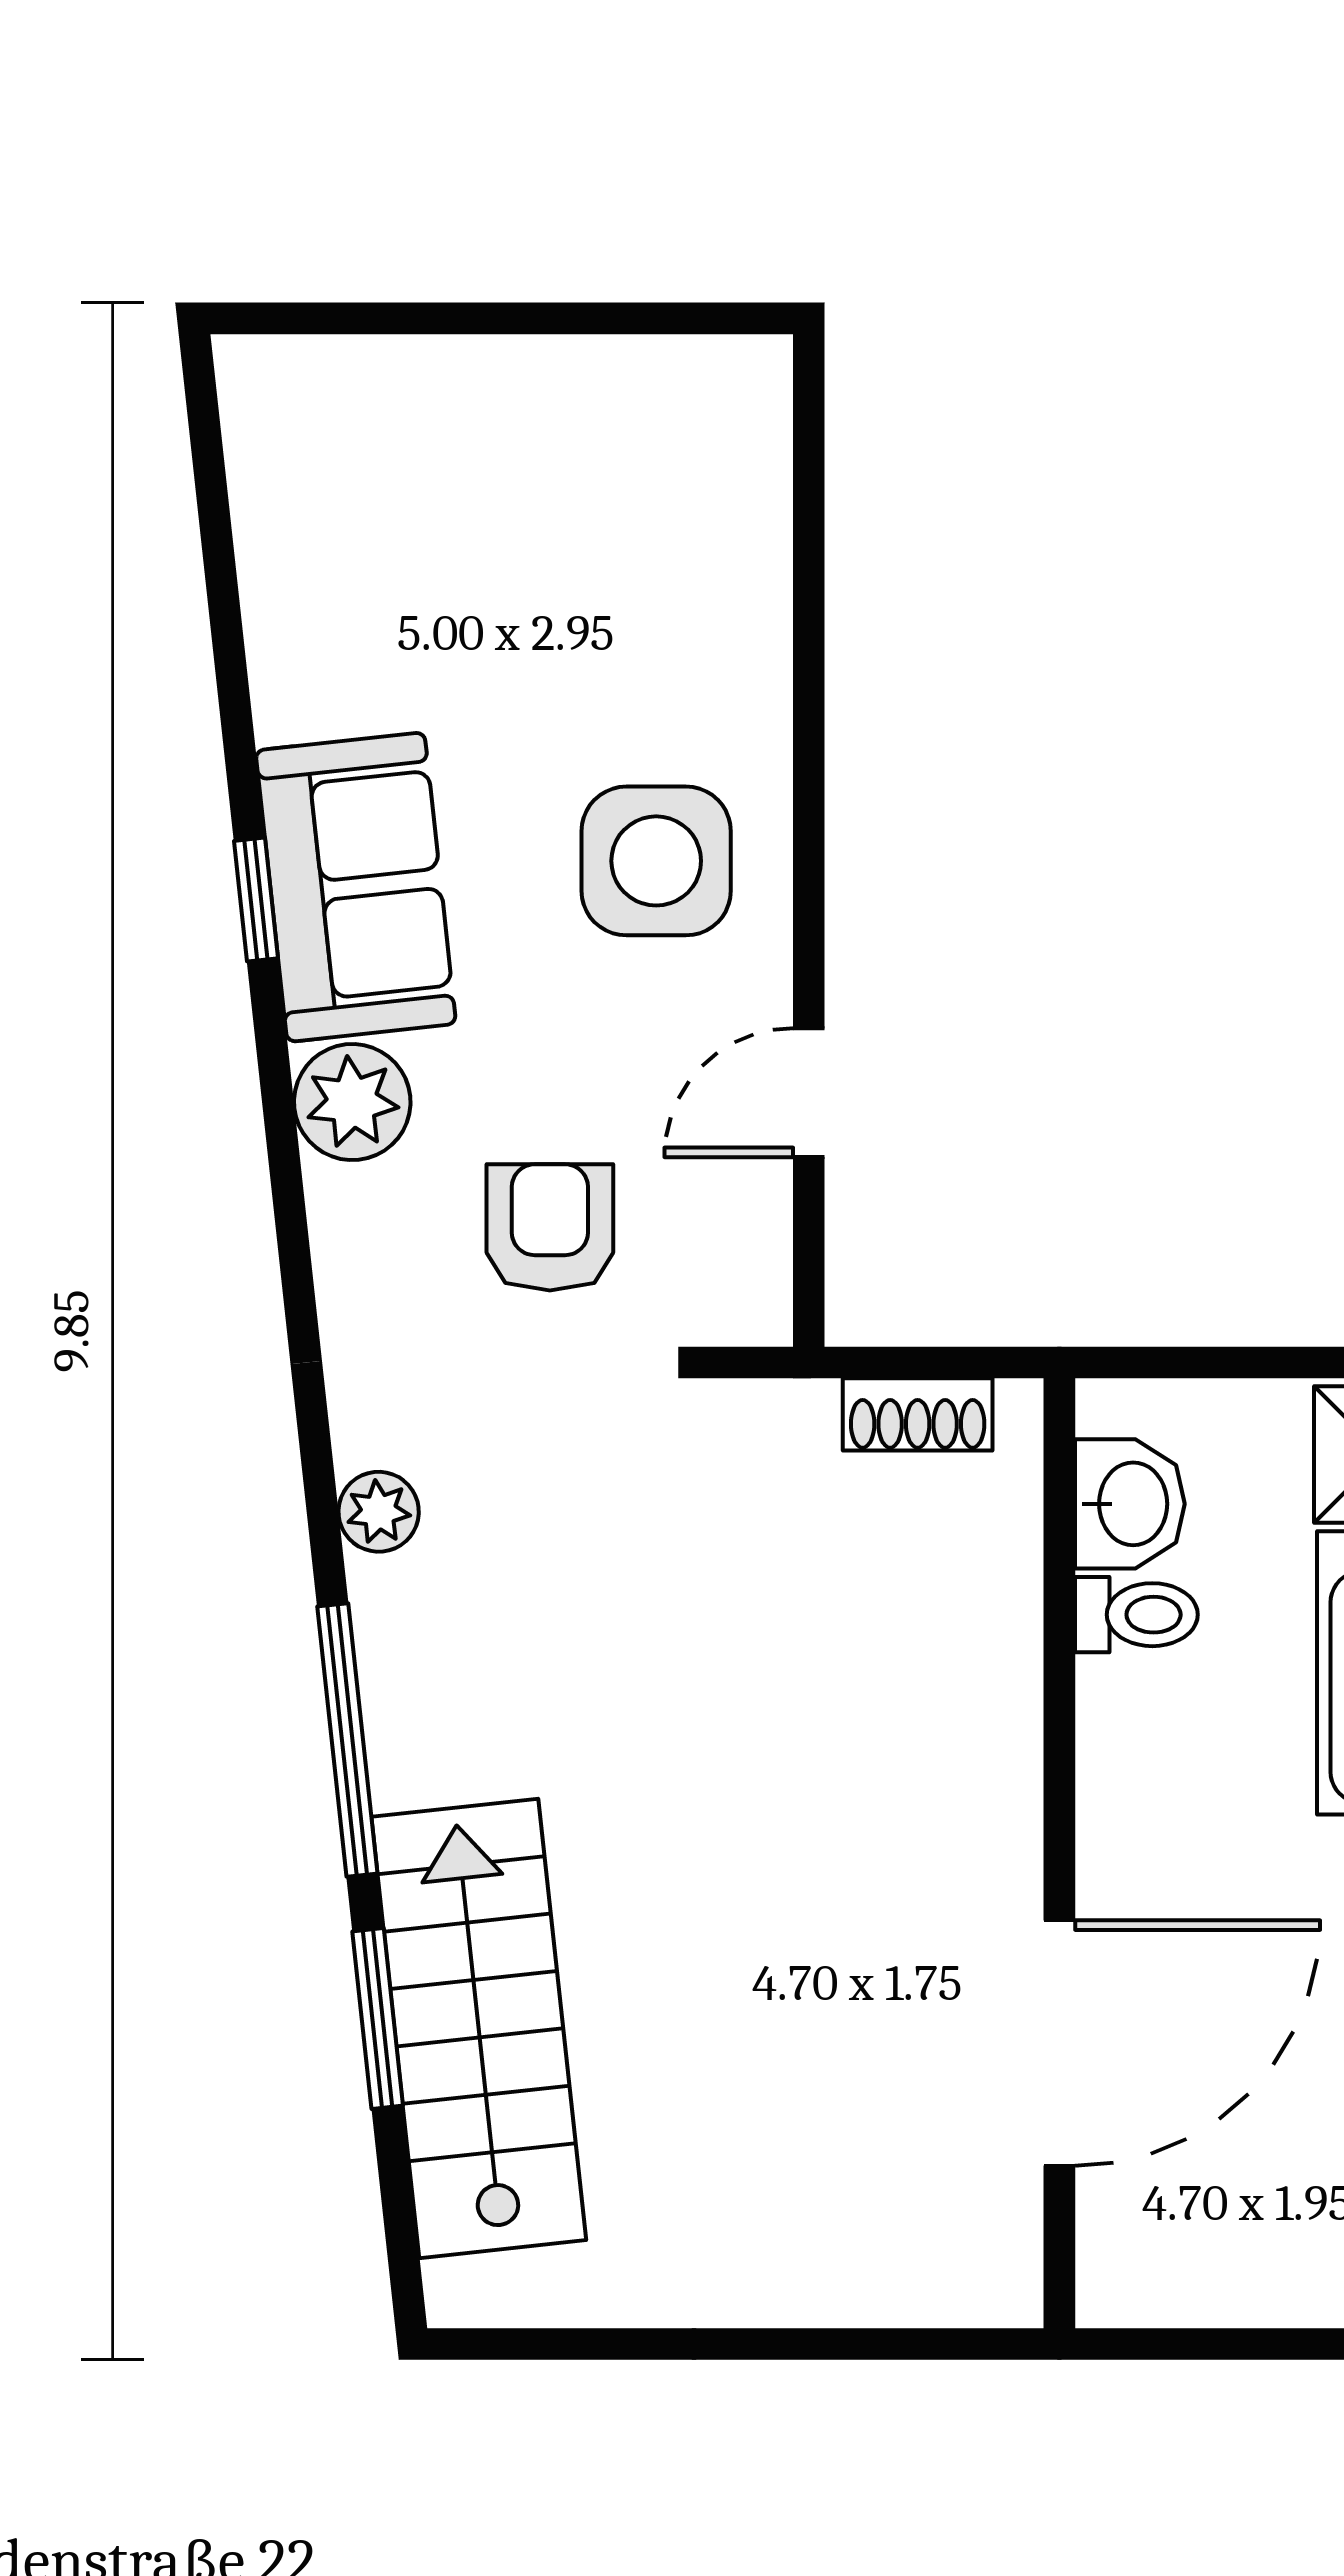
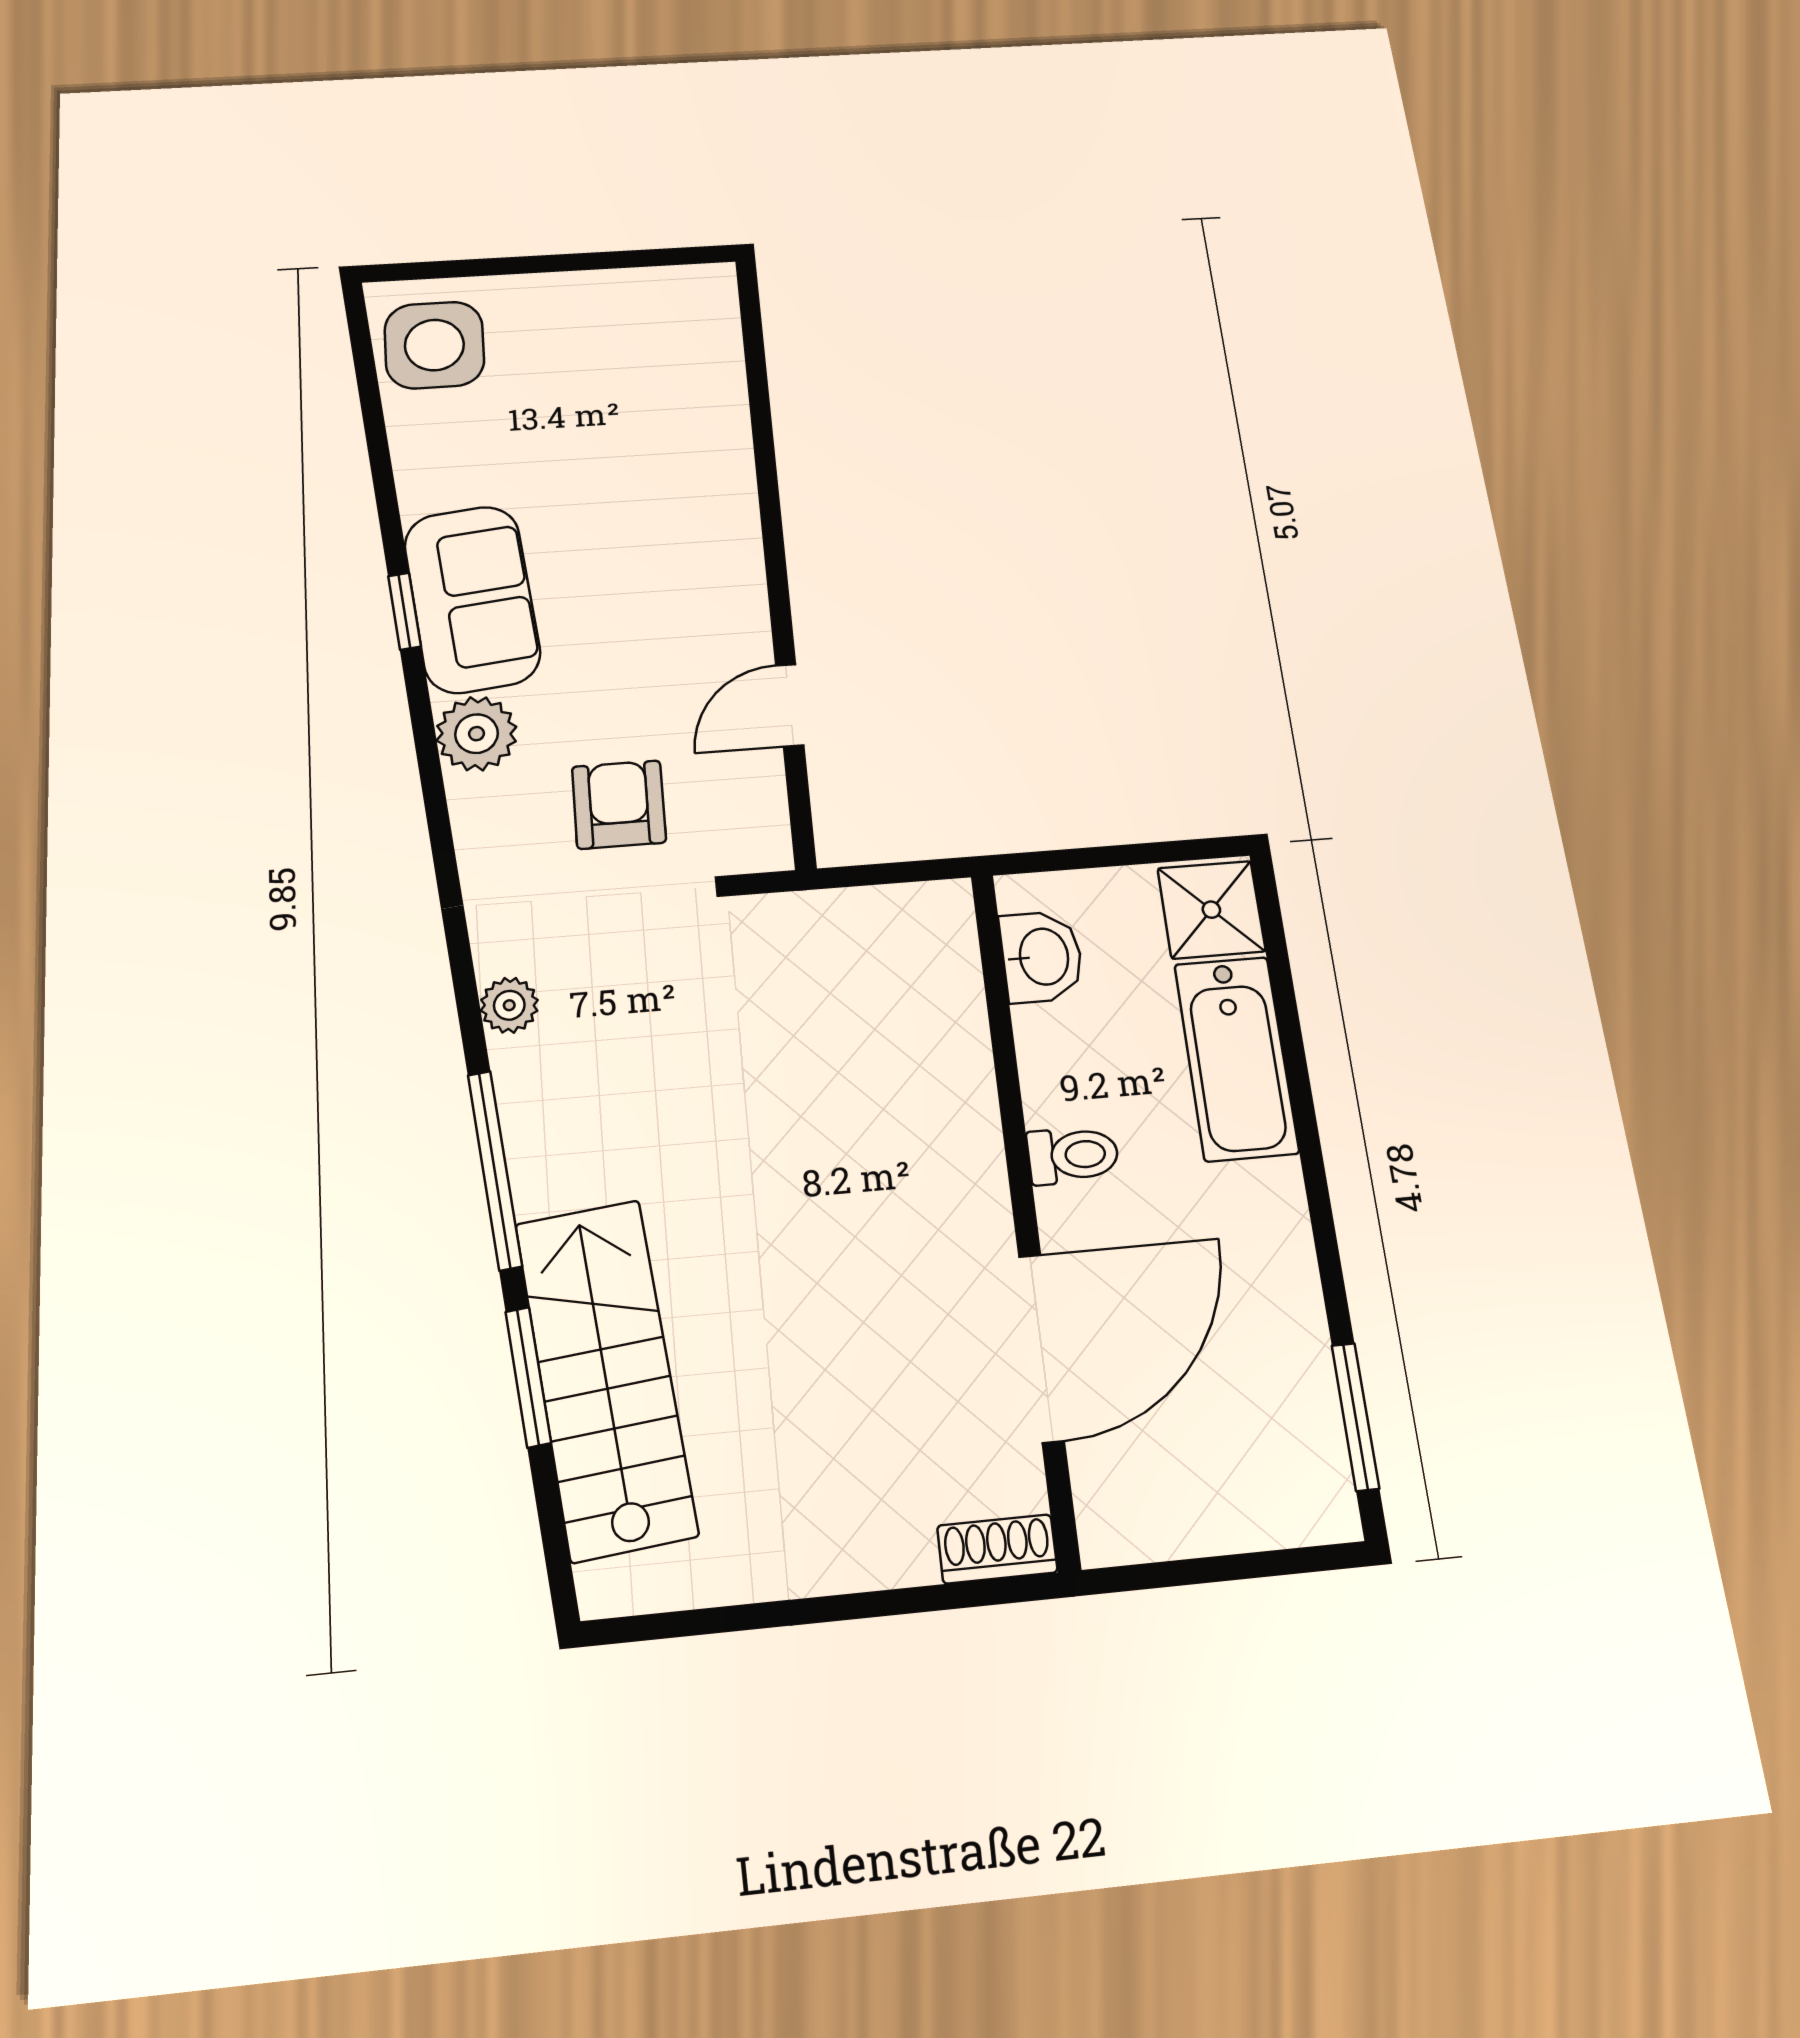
side table: (656, 861) -> (434, 345), moved
shoe rack: (918, 1414) -> (997, 1549), moved, turned 180
toilet: (1136, 1615) -> (1073, 1155), moved

